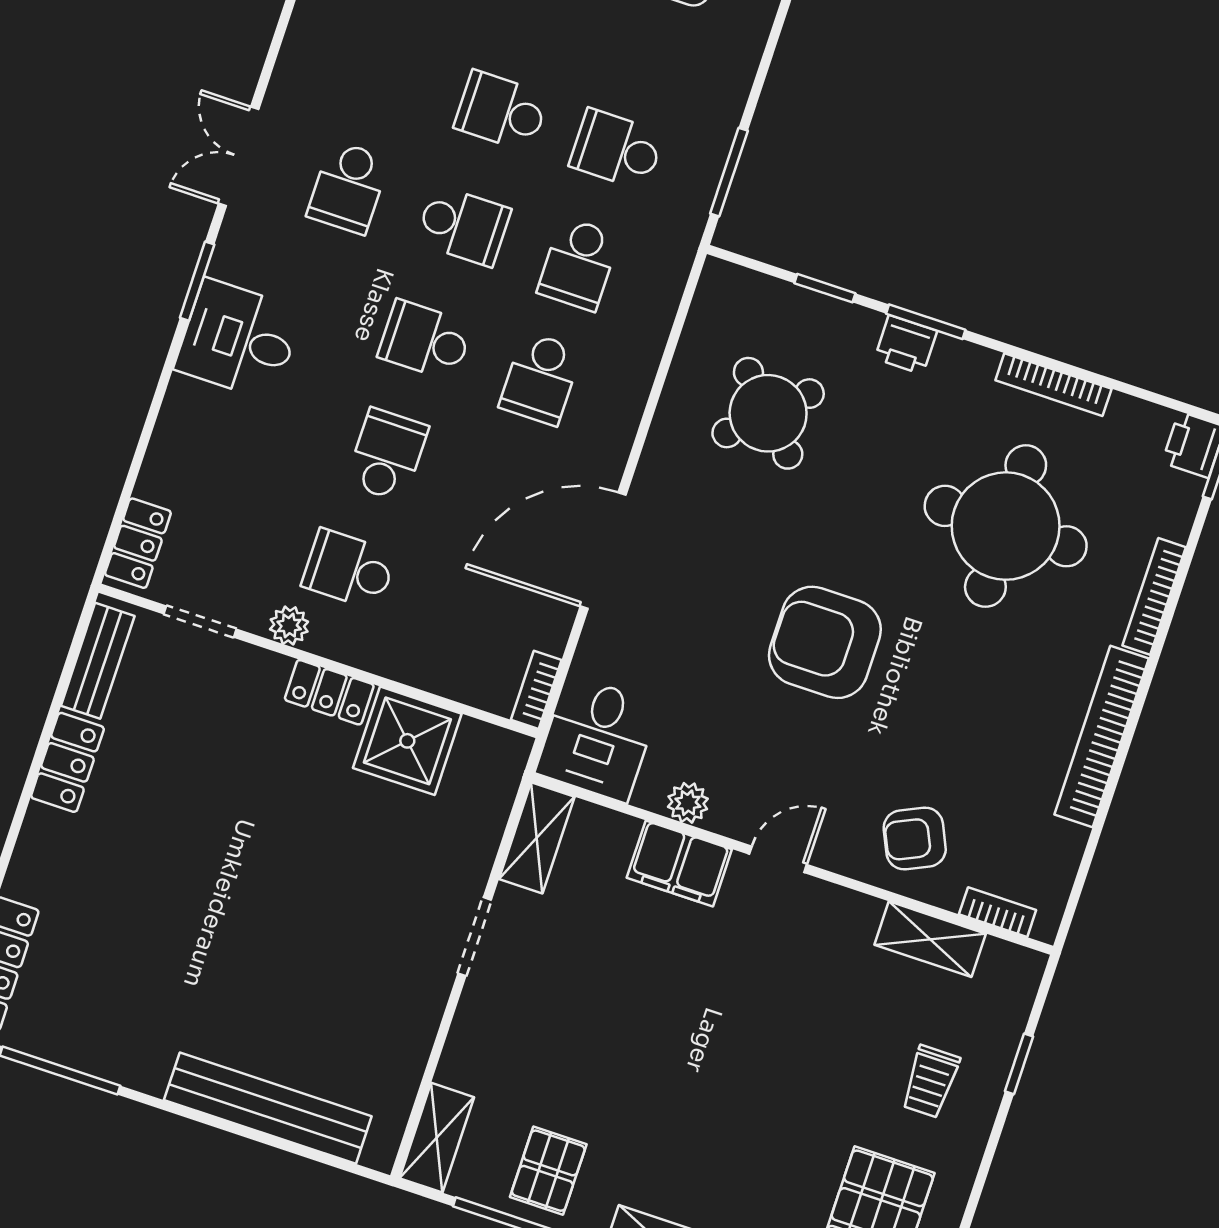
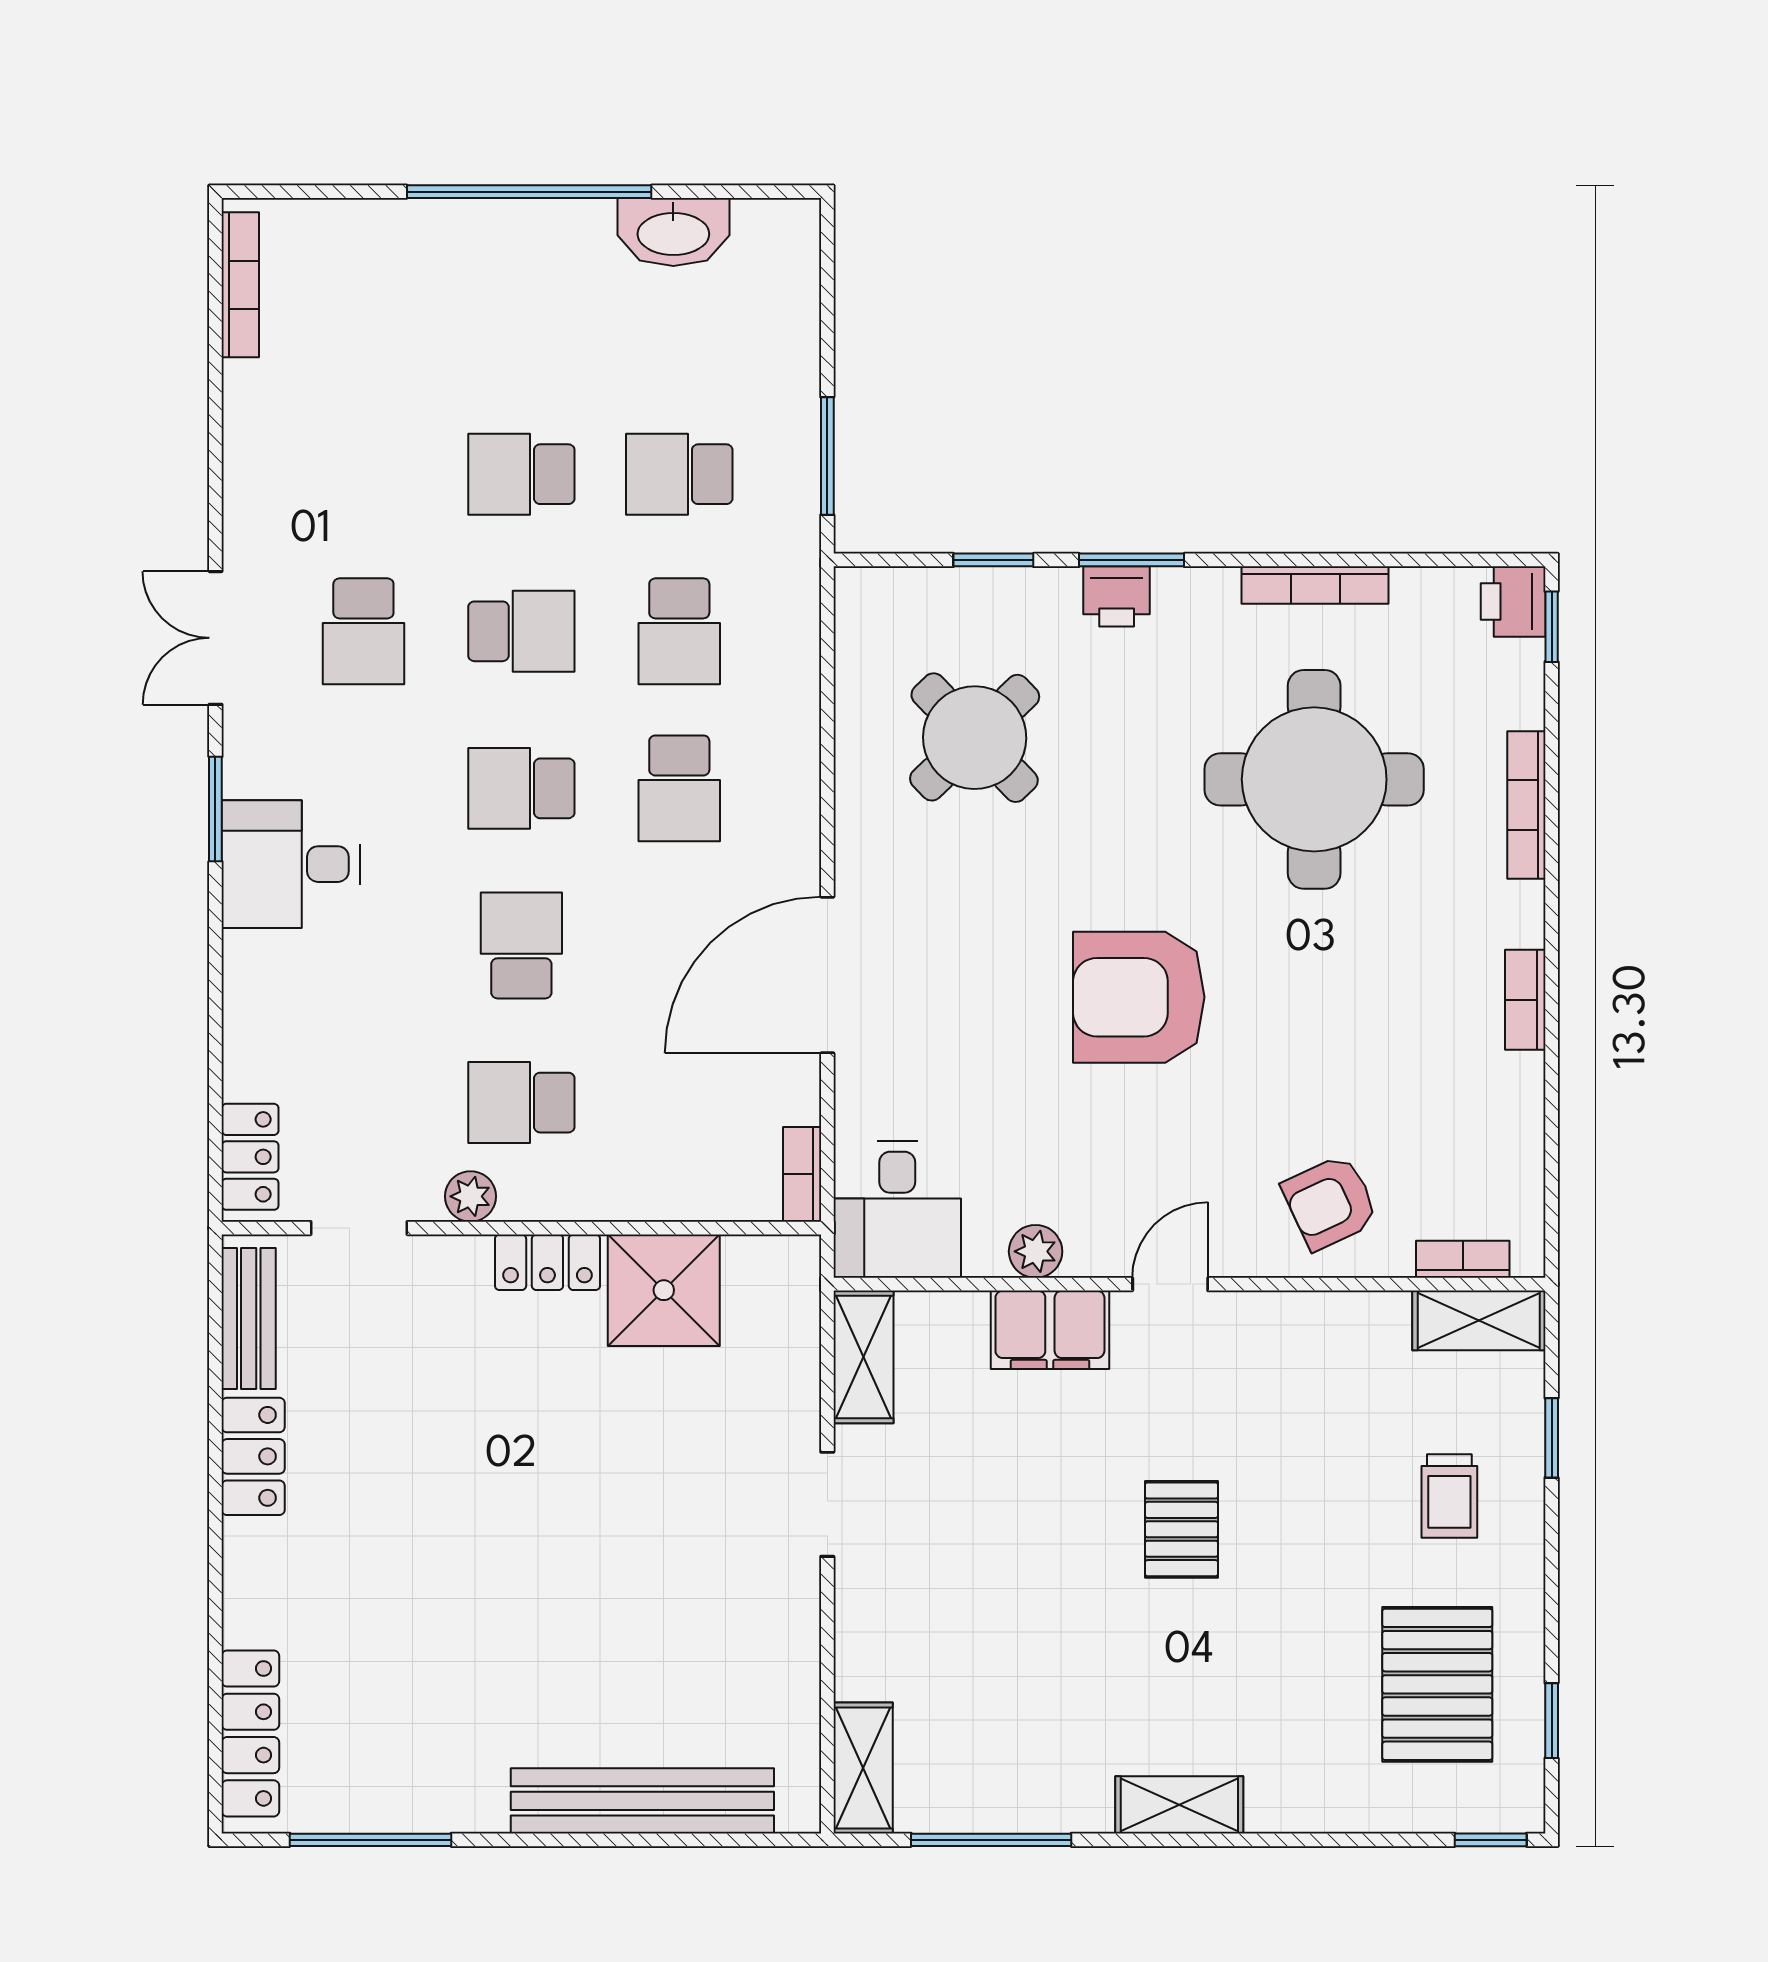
bookcase: (1102, 736) -> (1525, 1000), width x0.43, depth x0.76
shelving: (930, 939) -> (1479, 1320), moved
pallet: (548, 1171) -> (1181, 1529), moved

